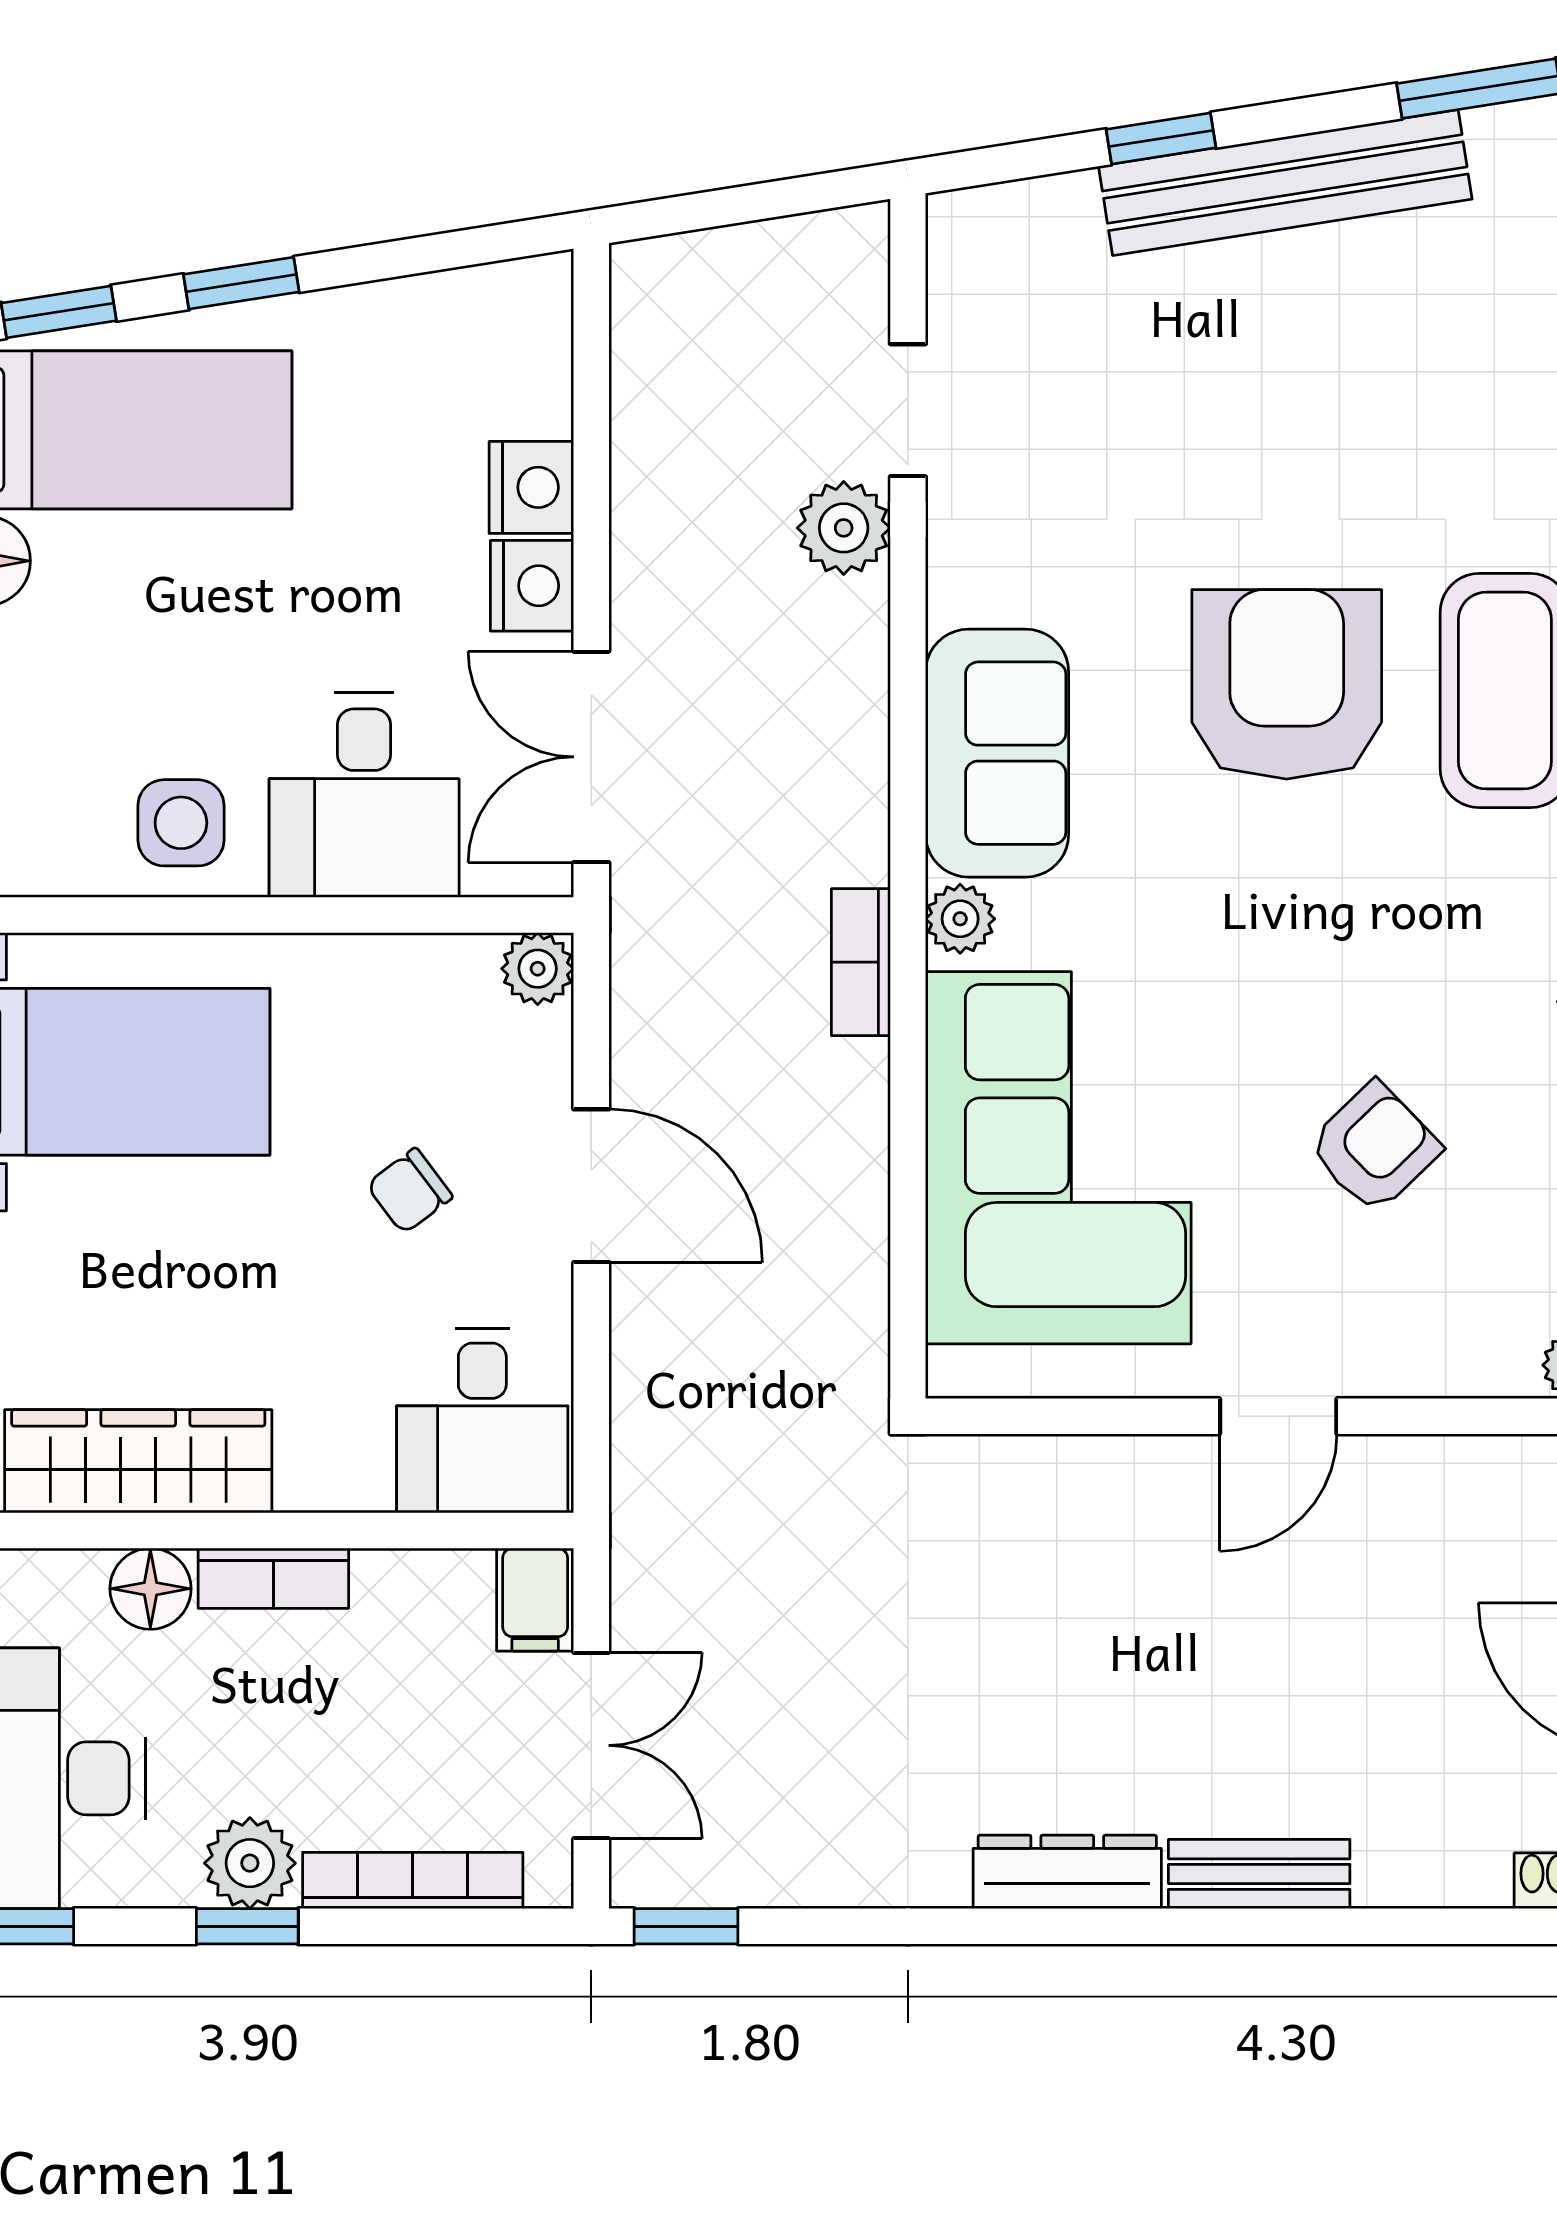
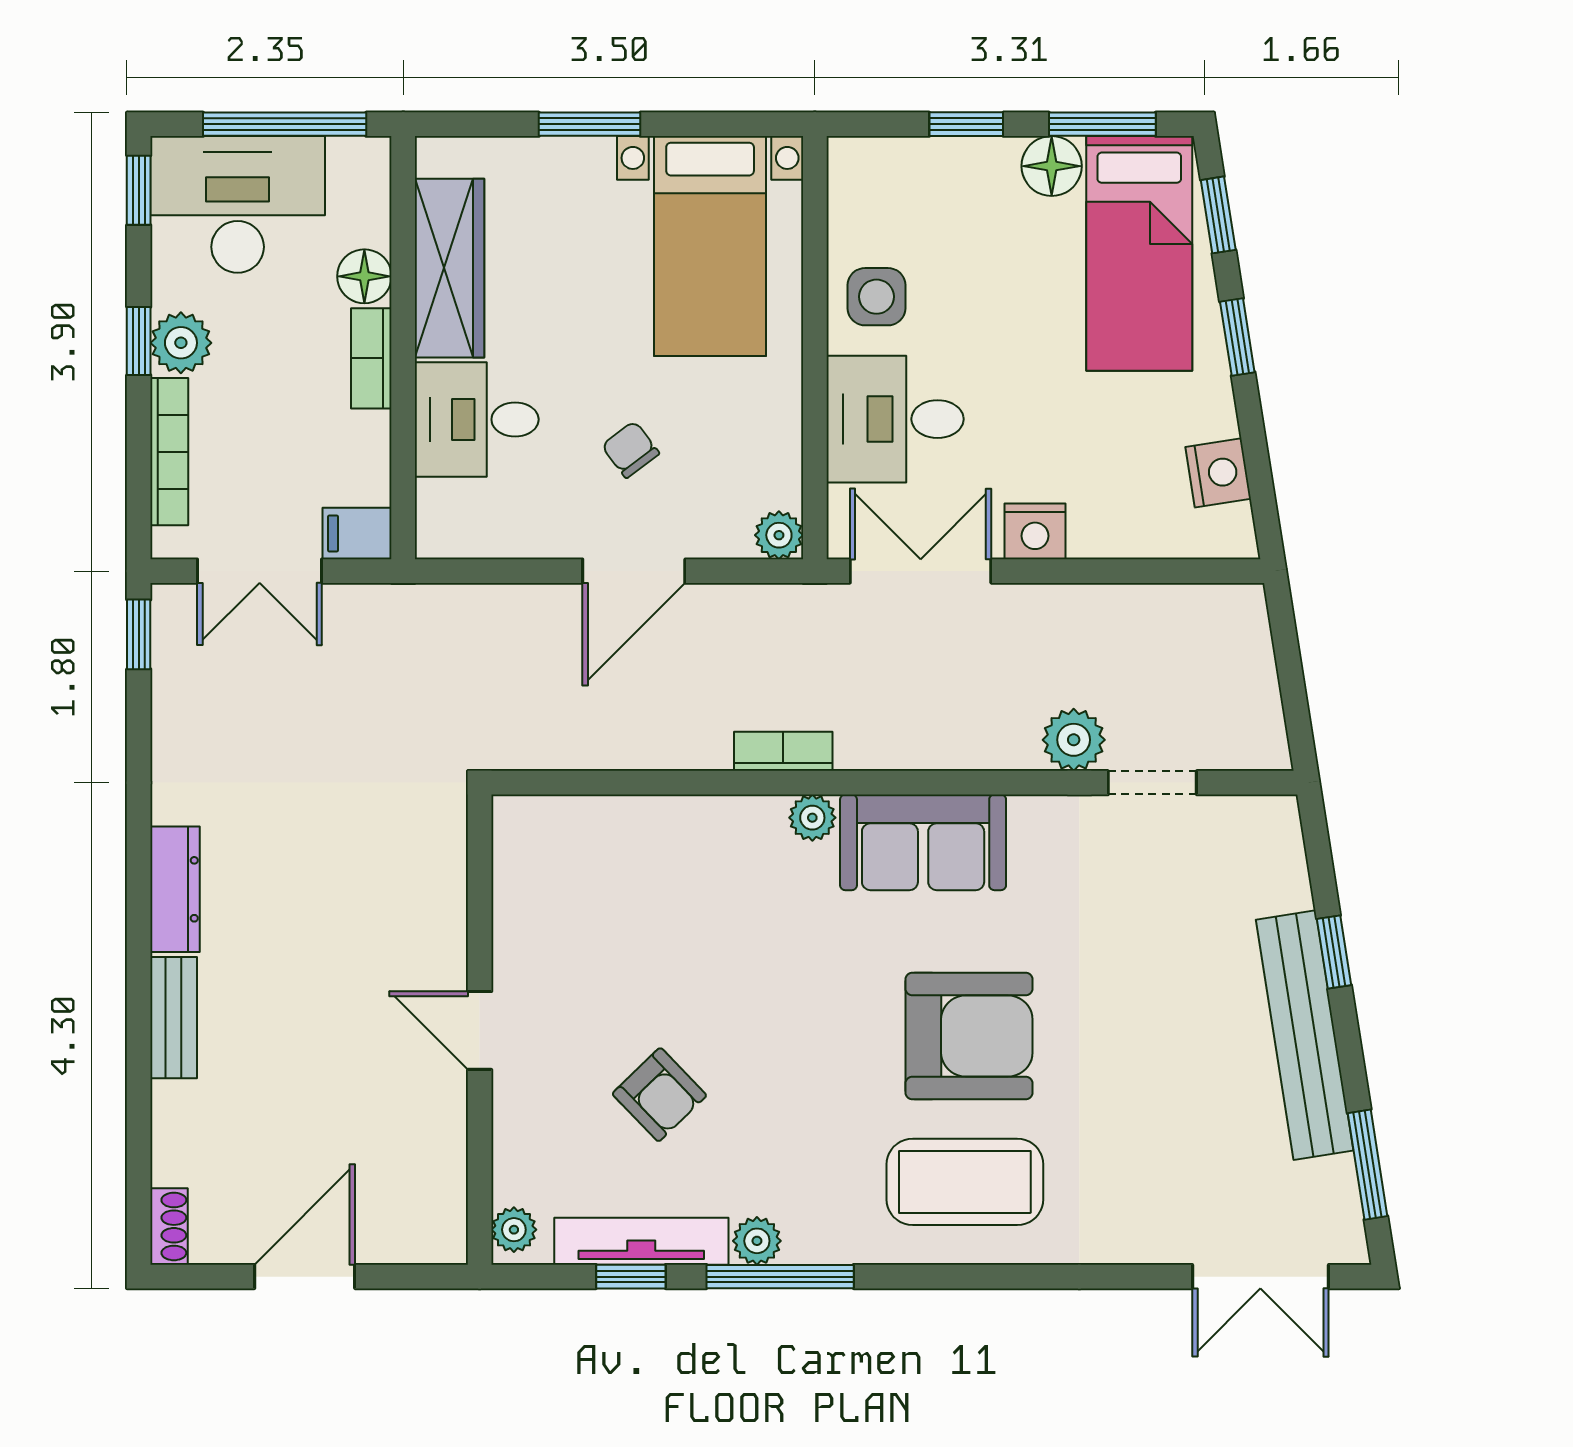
nightstand: (531, 487) -> (1218, 473), moved, turned -99
corner sofa: (1058, 1158) -> (653, 883), removed
desk: (482, 1421) -> (477, 419), moved

